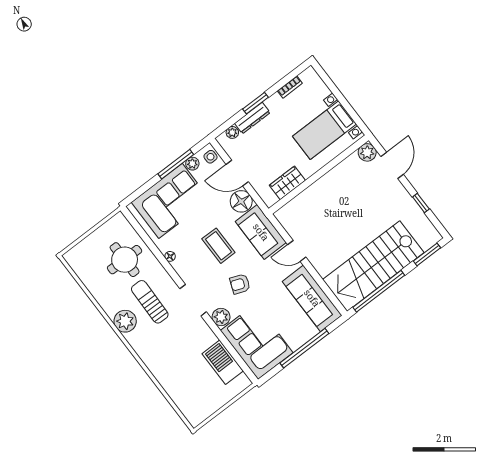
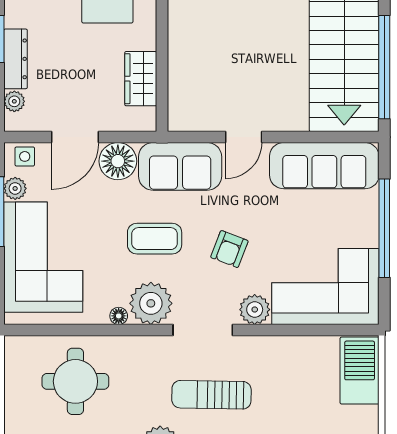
plant: (187, 267) -> (151, 303), added
sun lounger: (150, 302) -> (211, 395), moved
barbecue: (223, 362) -> (360, 371), moved, turned 90

